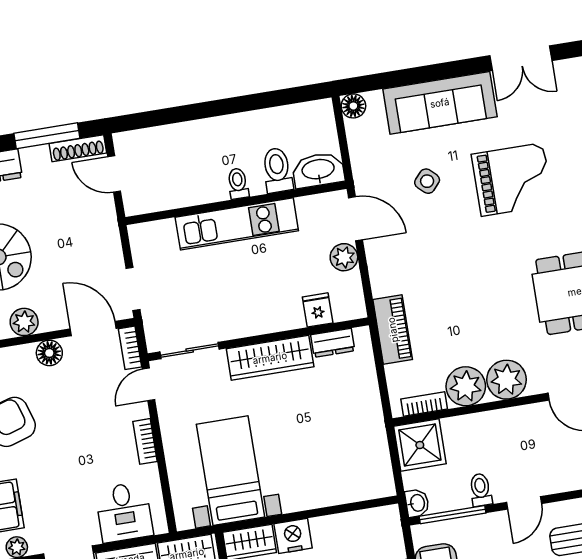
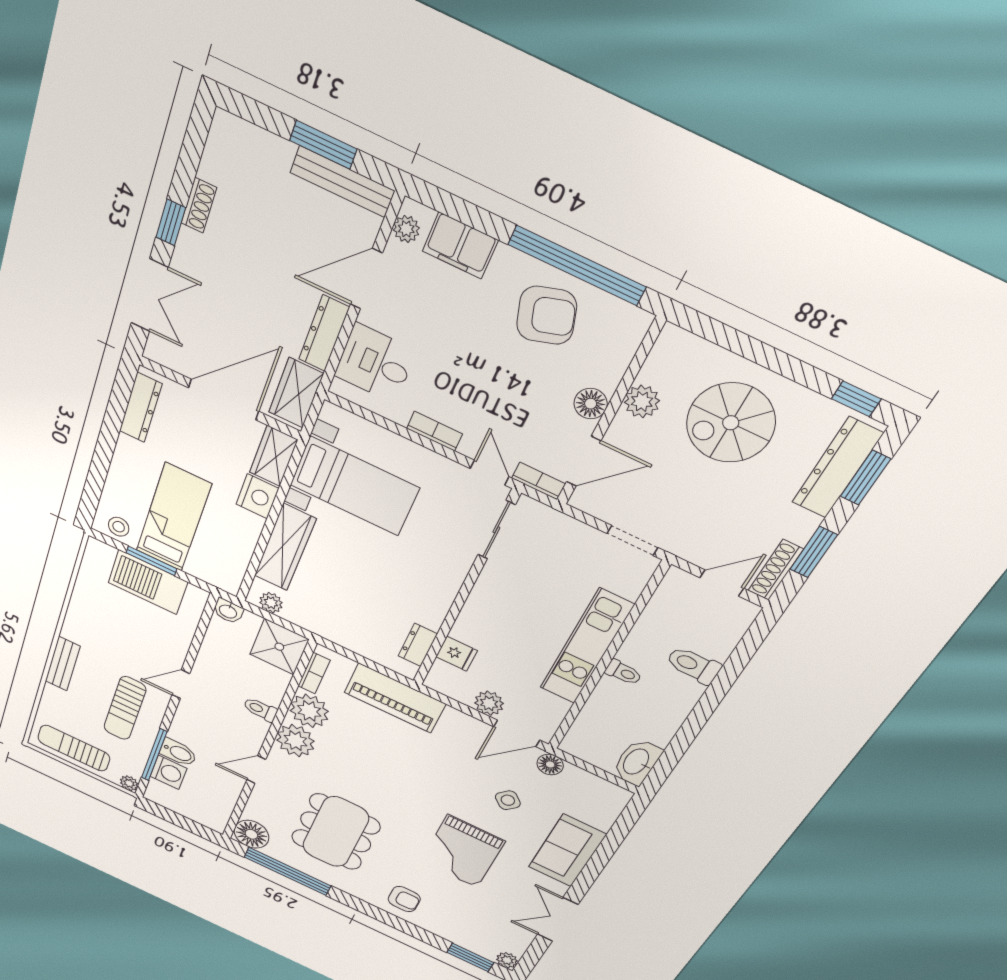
sofa: (440, 103) -> (567, 851), width x0.73
floor lamp: (353, 106) -> (550, 764), moved
window: (47, 136) -> (814, 552), width x0.69
toilet: (277, 170) -> (693, 665), moved, turned 180
washbasin: (318, 170) -> (637, 762), moved, turned 180
doorway: (133, 289) -> (632, 541), moved
piano: (393, 330) -> (395, 698), width x1.37, depth x1.33
wardrobe: (270, 358) -> (285, 547), moved, turned 180
plant: (382, 474) -> (271, 603), added
toilet: (481, 490) -> (260, 709), moved, turned 180
door: (524, 503) -> (181, 684), hinge flipped
window: (452, 515) -> (202, 629), removed

